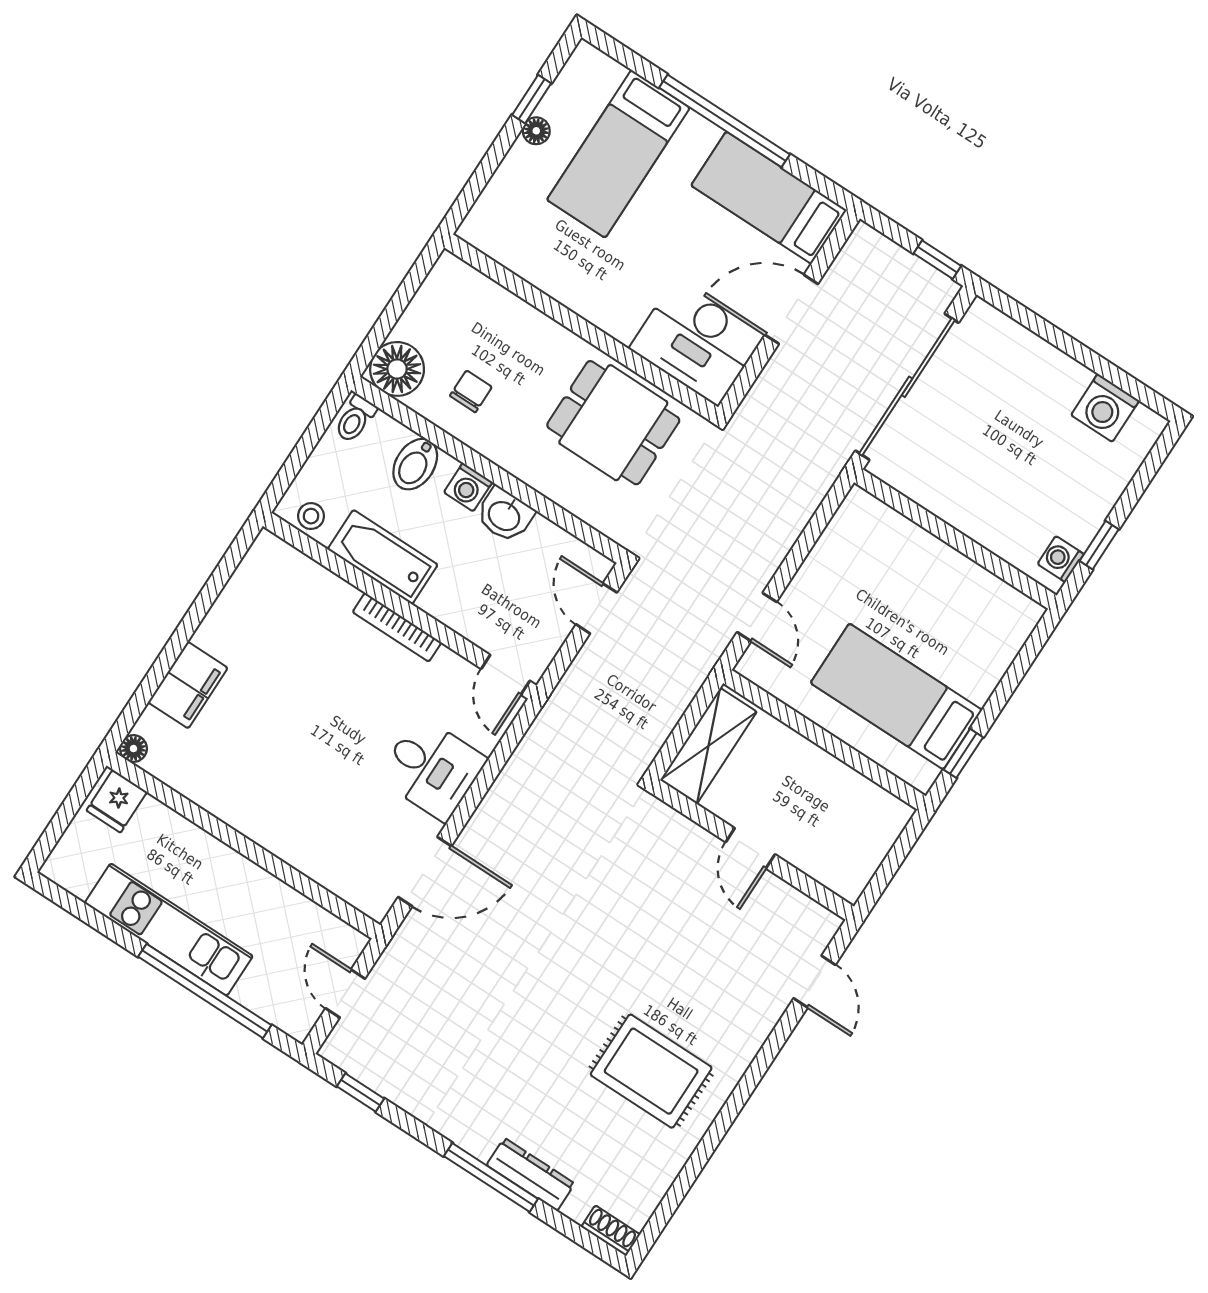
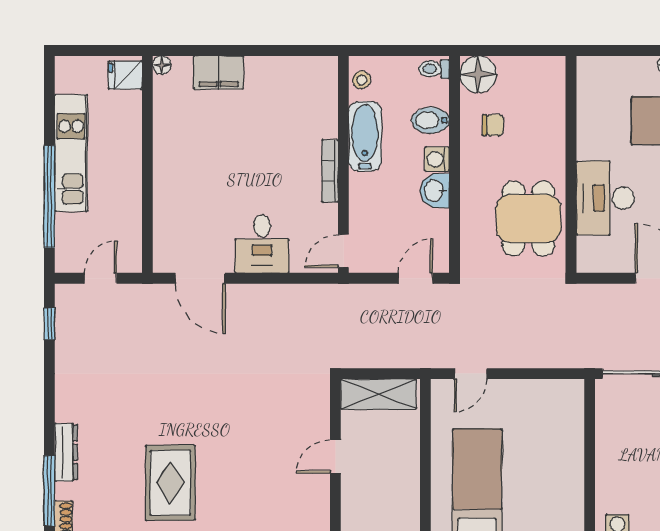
desk: (696, 343) -> (605, 198), moved
window: (491, 1177) -> (49, 491), moved

